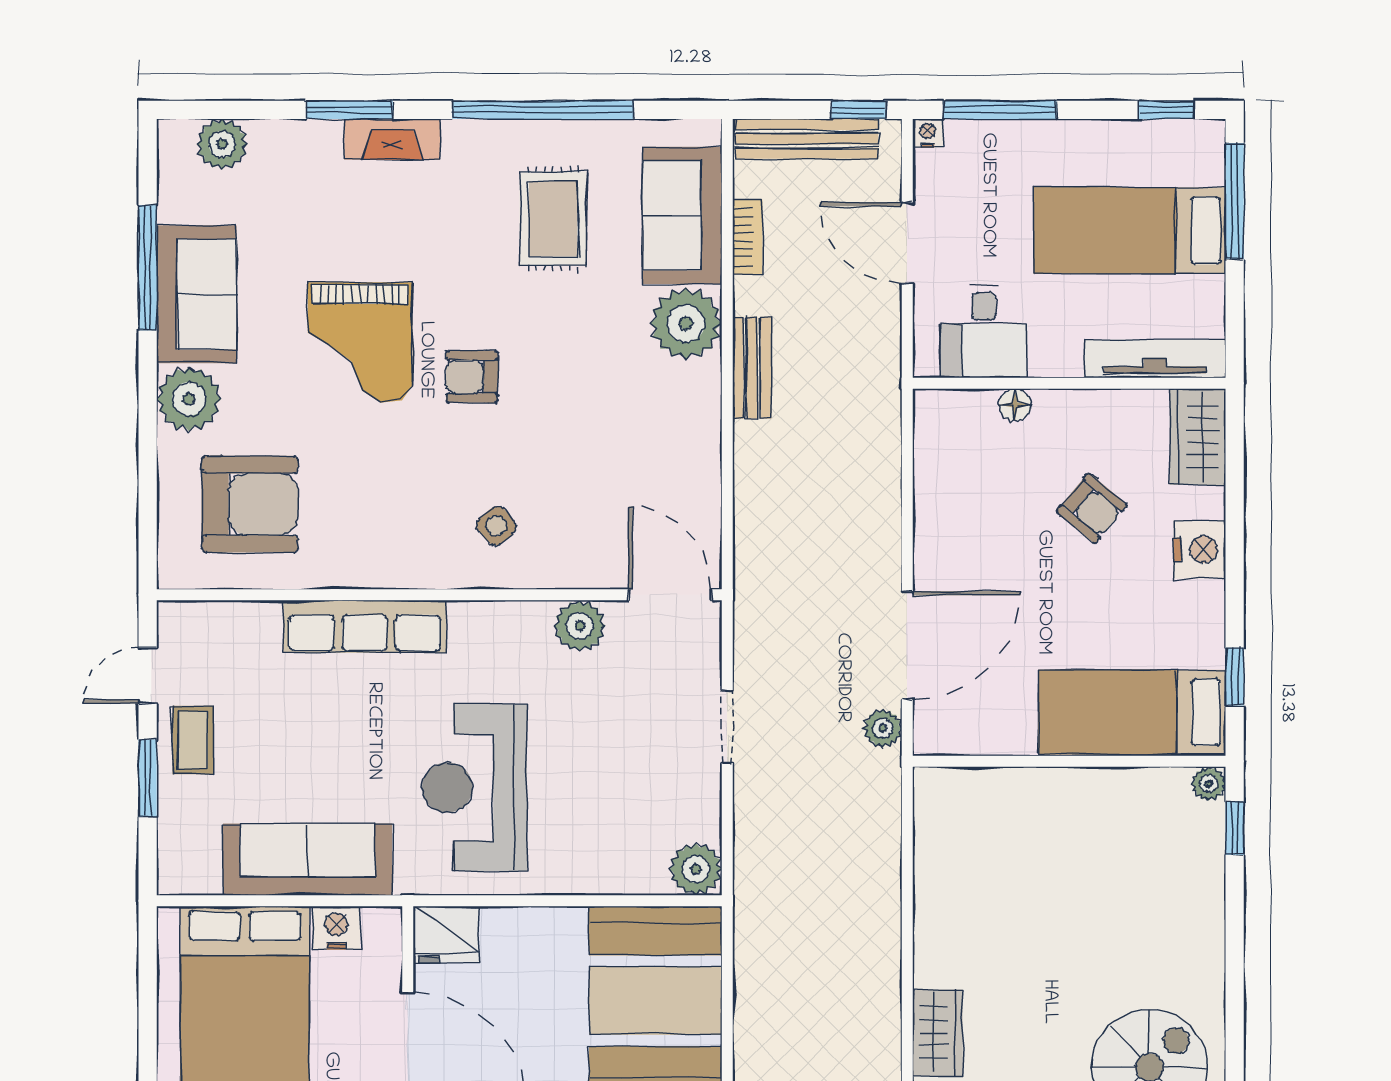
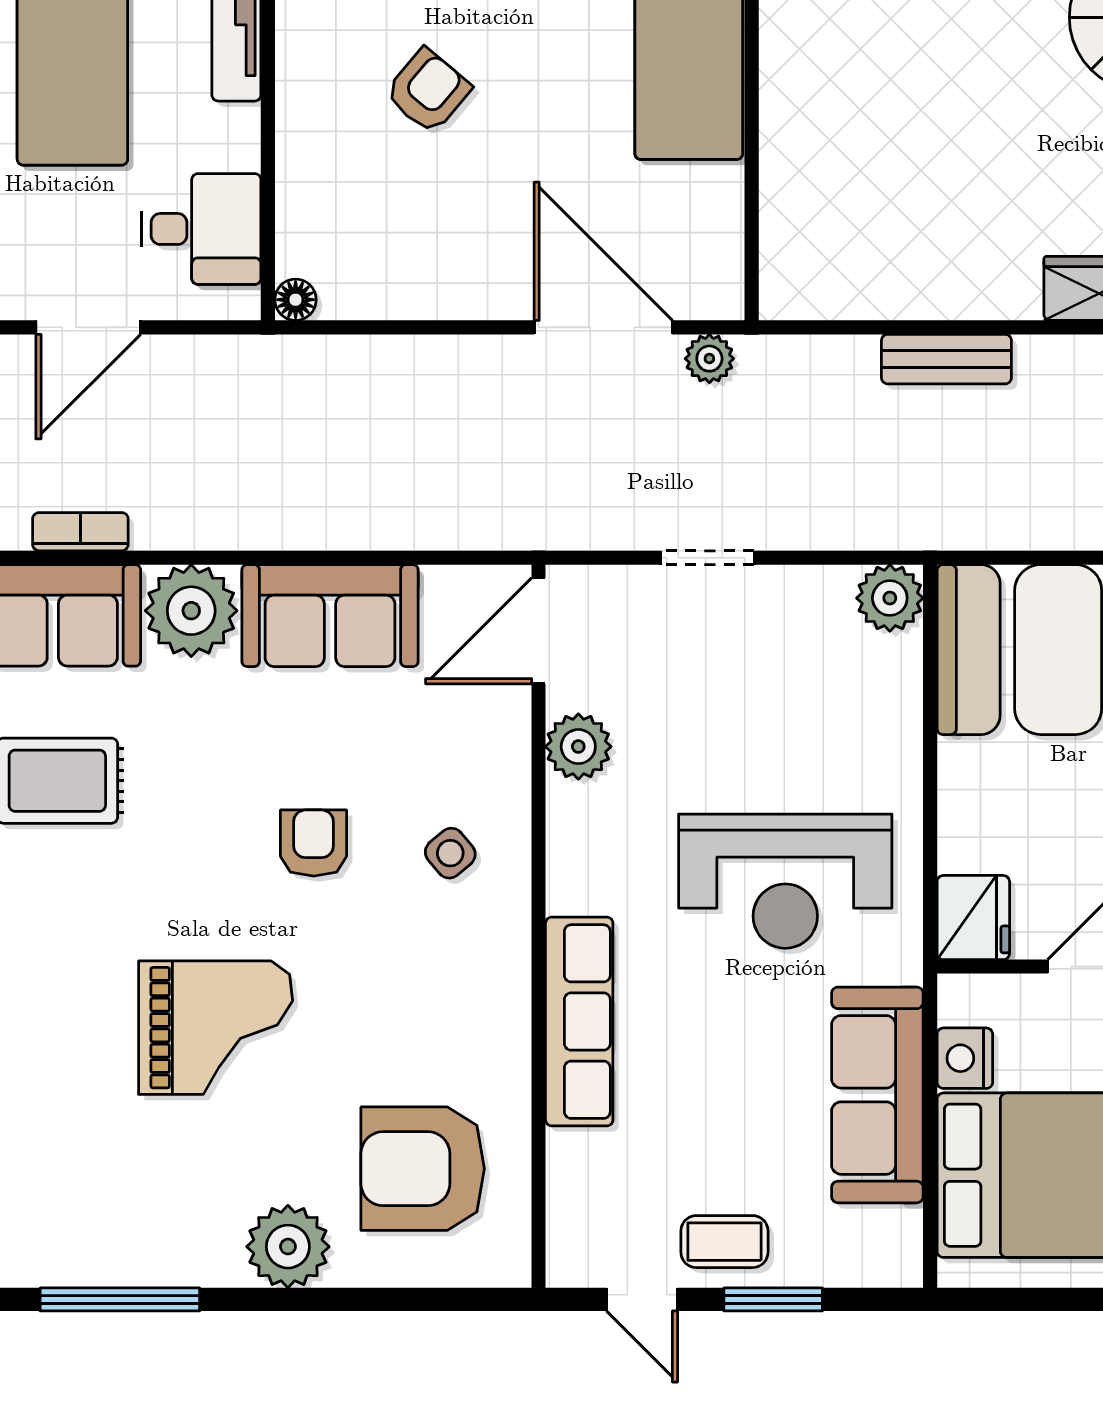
sofa: (197, 294) -> (330, 616), moved, turned 180
bench: (752, 368) -> (946, 359), moved
armchair: (472, 377) -> (314, 843), moved, turned 180
floor lamp: (1015, 405) -> (296, 300), moved
armchair: (250, 504) -> (423, 1169), turned -90

